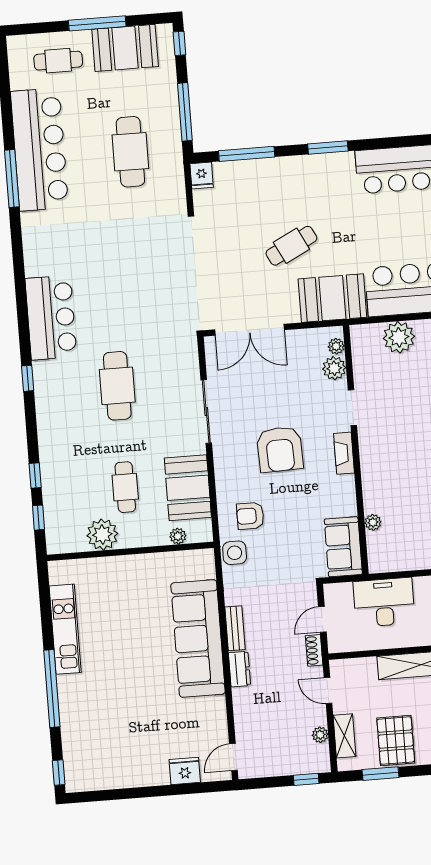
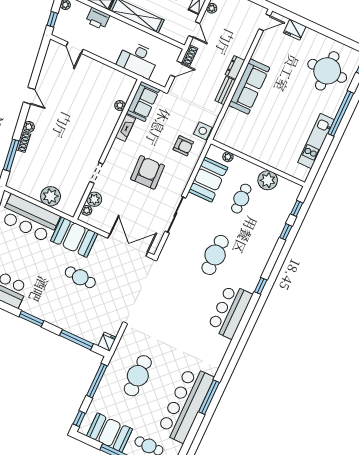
cafe table: (291, 246) -> (80, 277), turned 30
fireplace: (344, 453) -> (125, 128), moved
sofa: (198, 638) -> (249, 86), width x0.74, depth x0.79
round table: (105, 738) -> (327, 71), added

